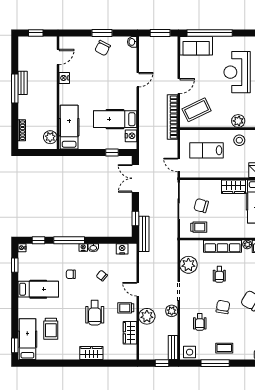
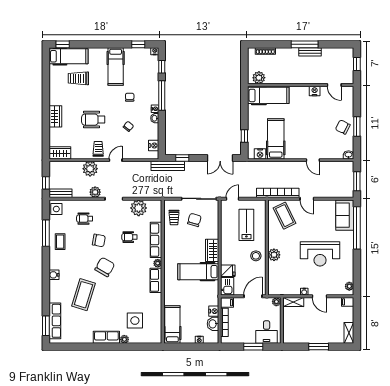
reception desk: (237, 72) -> (320, 254), turned 180
double door: (135, 178) -> (220, 158), swing flipped
wardrobe: (130, 333) -> (60, 153), moved

